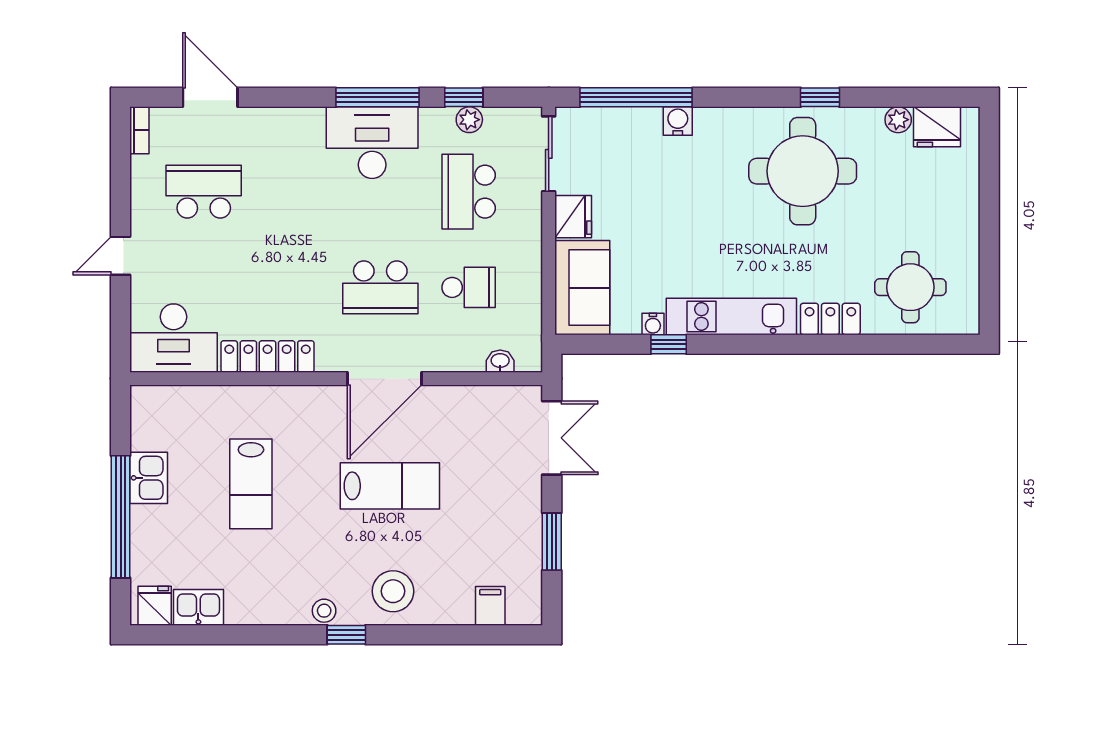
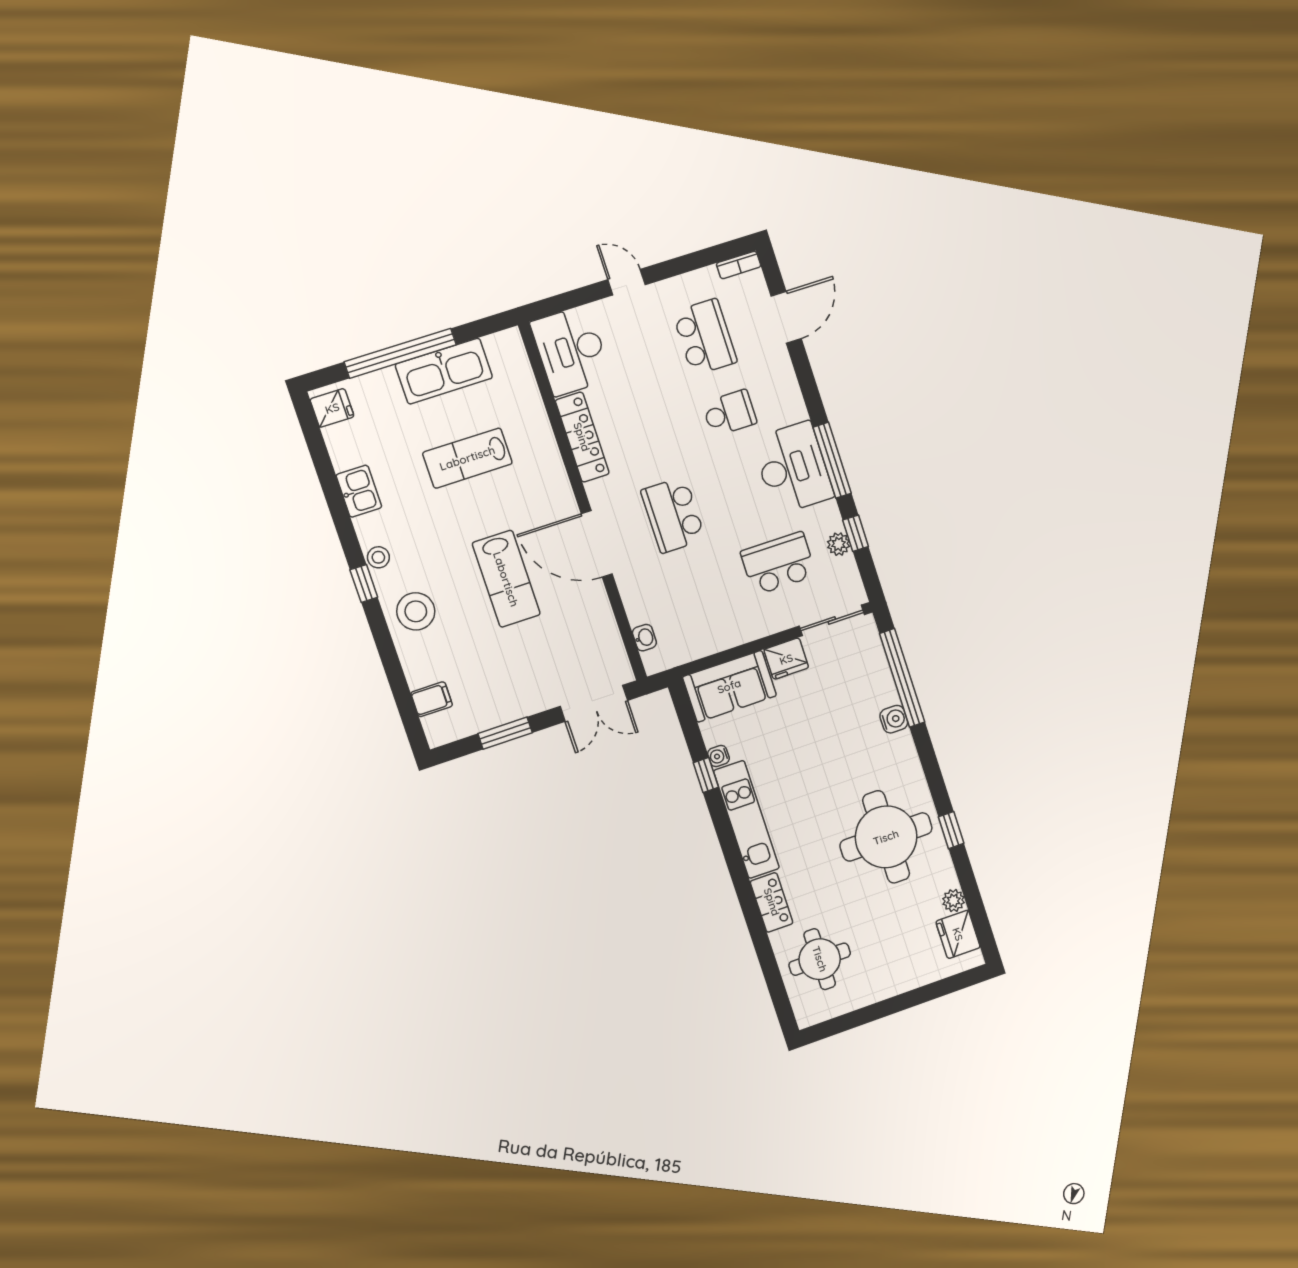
school desk: (469, 287) -> (729, 413), moved, turned -90
kitchen sink: (149, 478) -> (444, 371), width x1.87, depth x1.24
kitchen sink: (198, 607) -> (359, 491), moved

